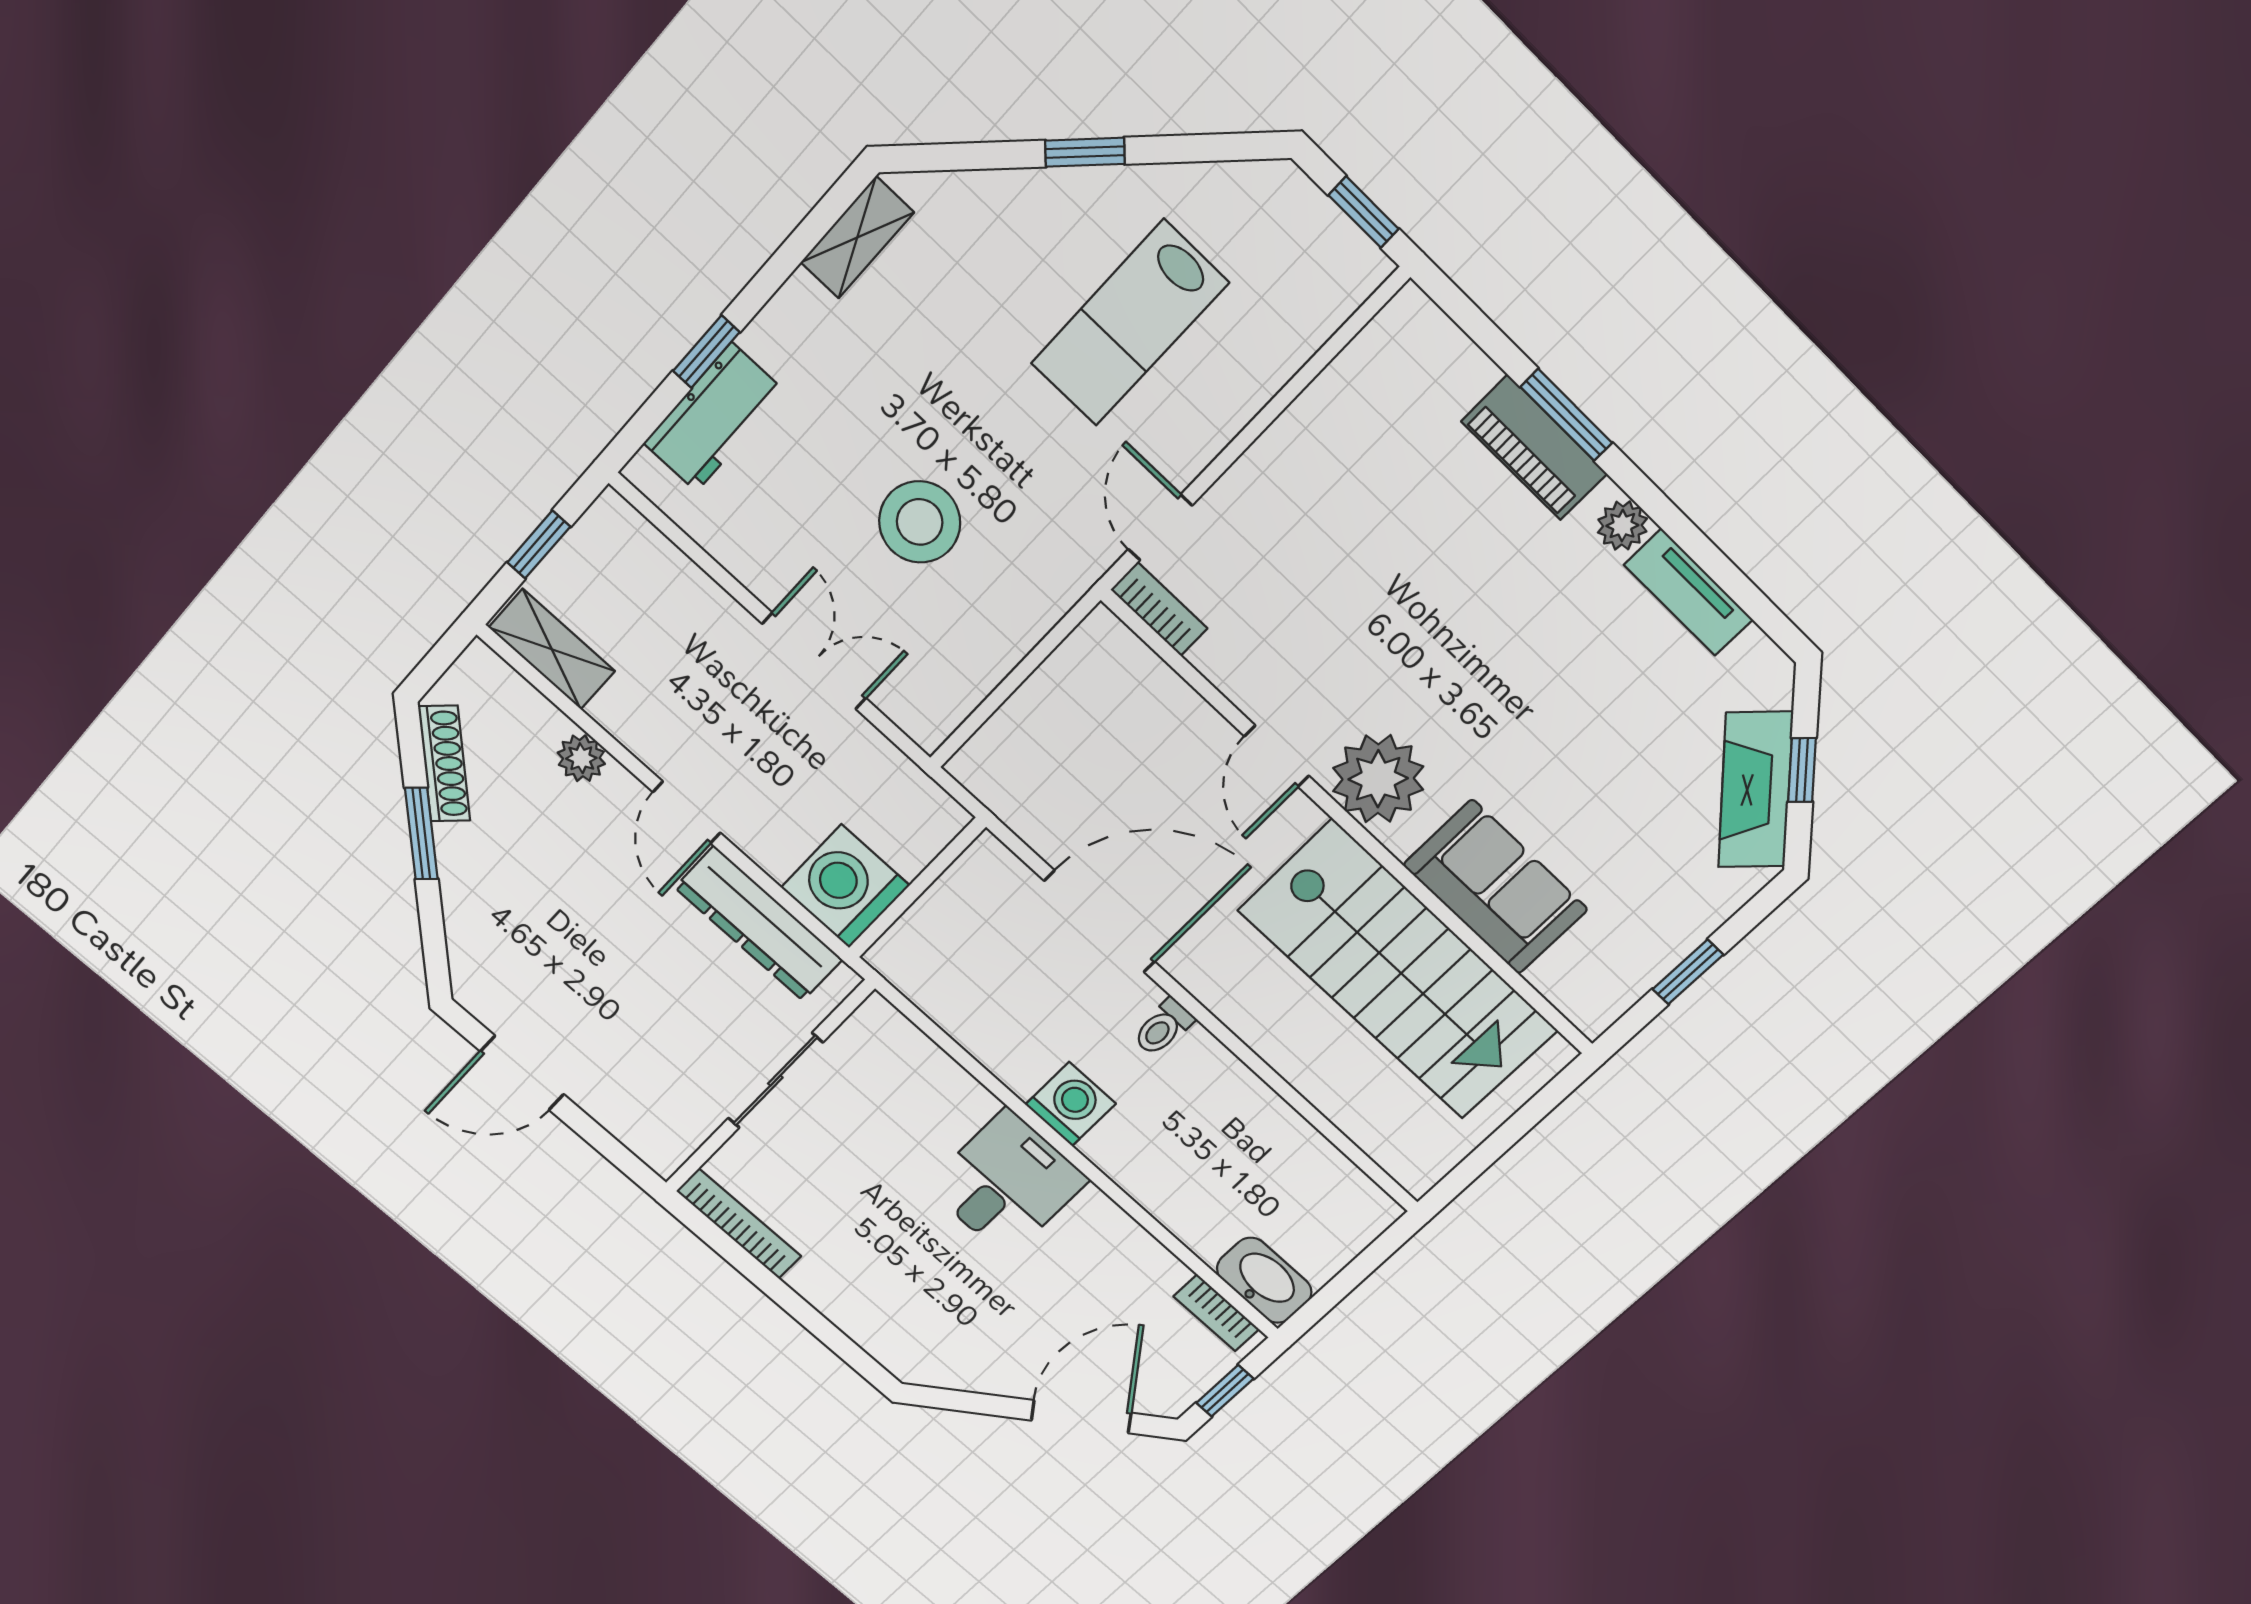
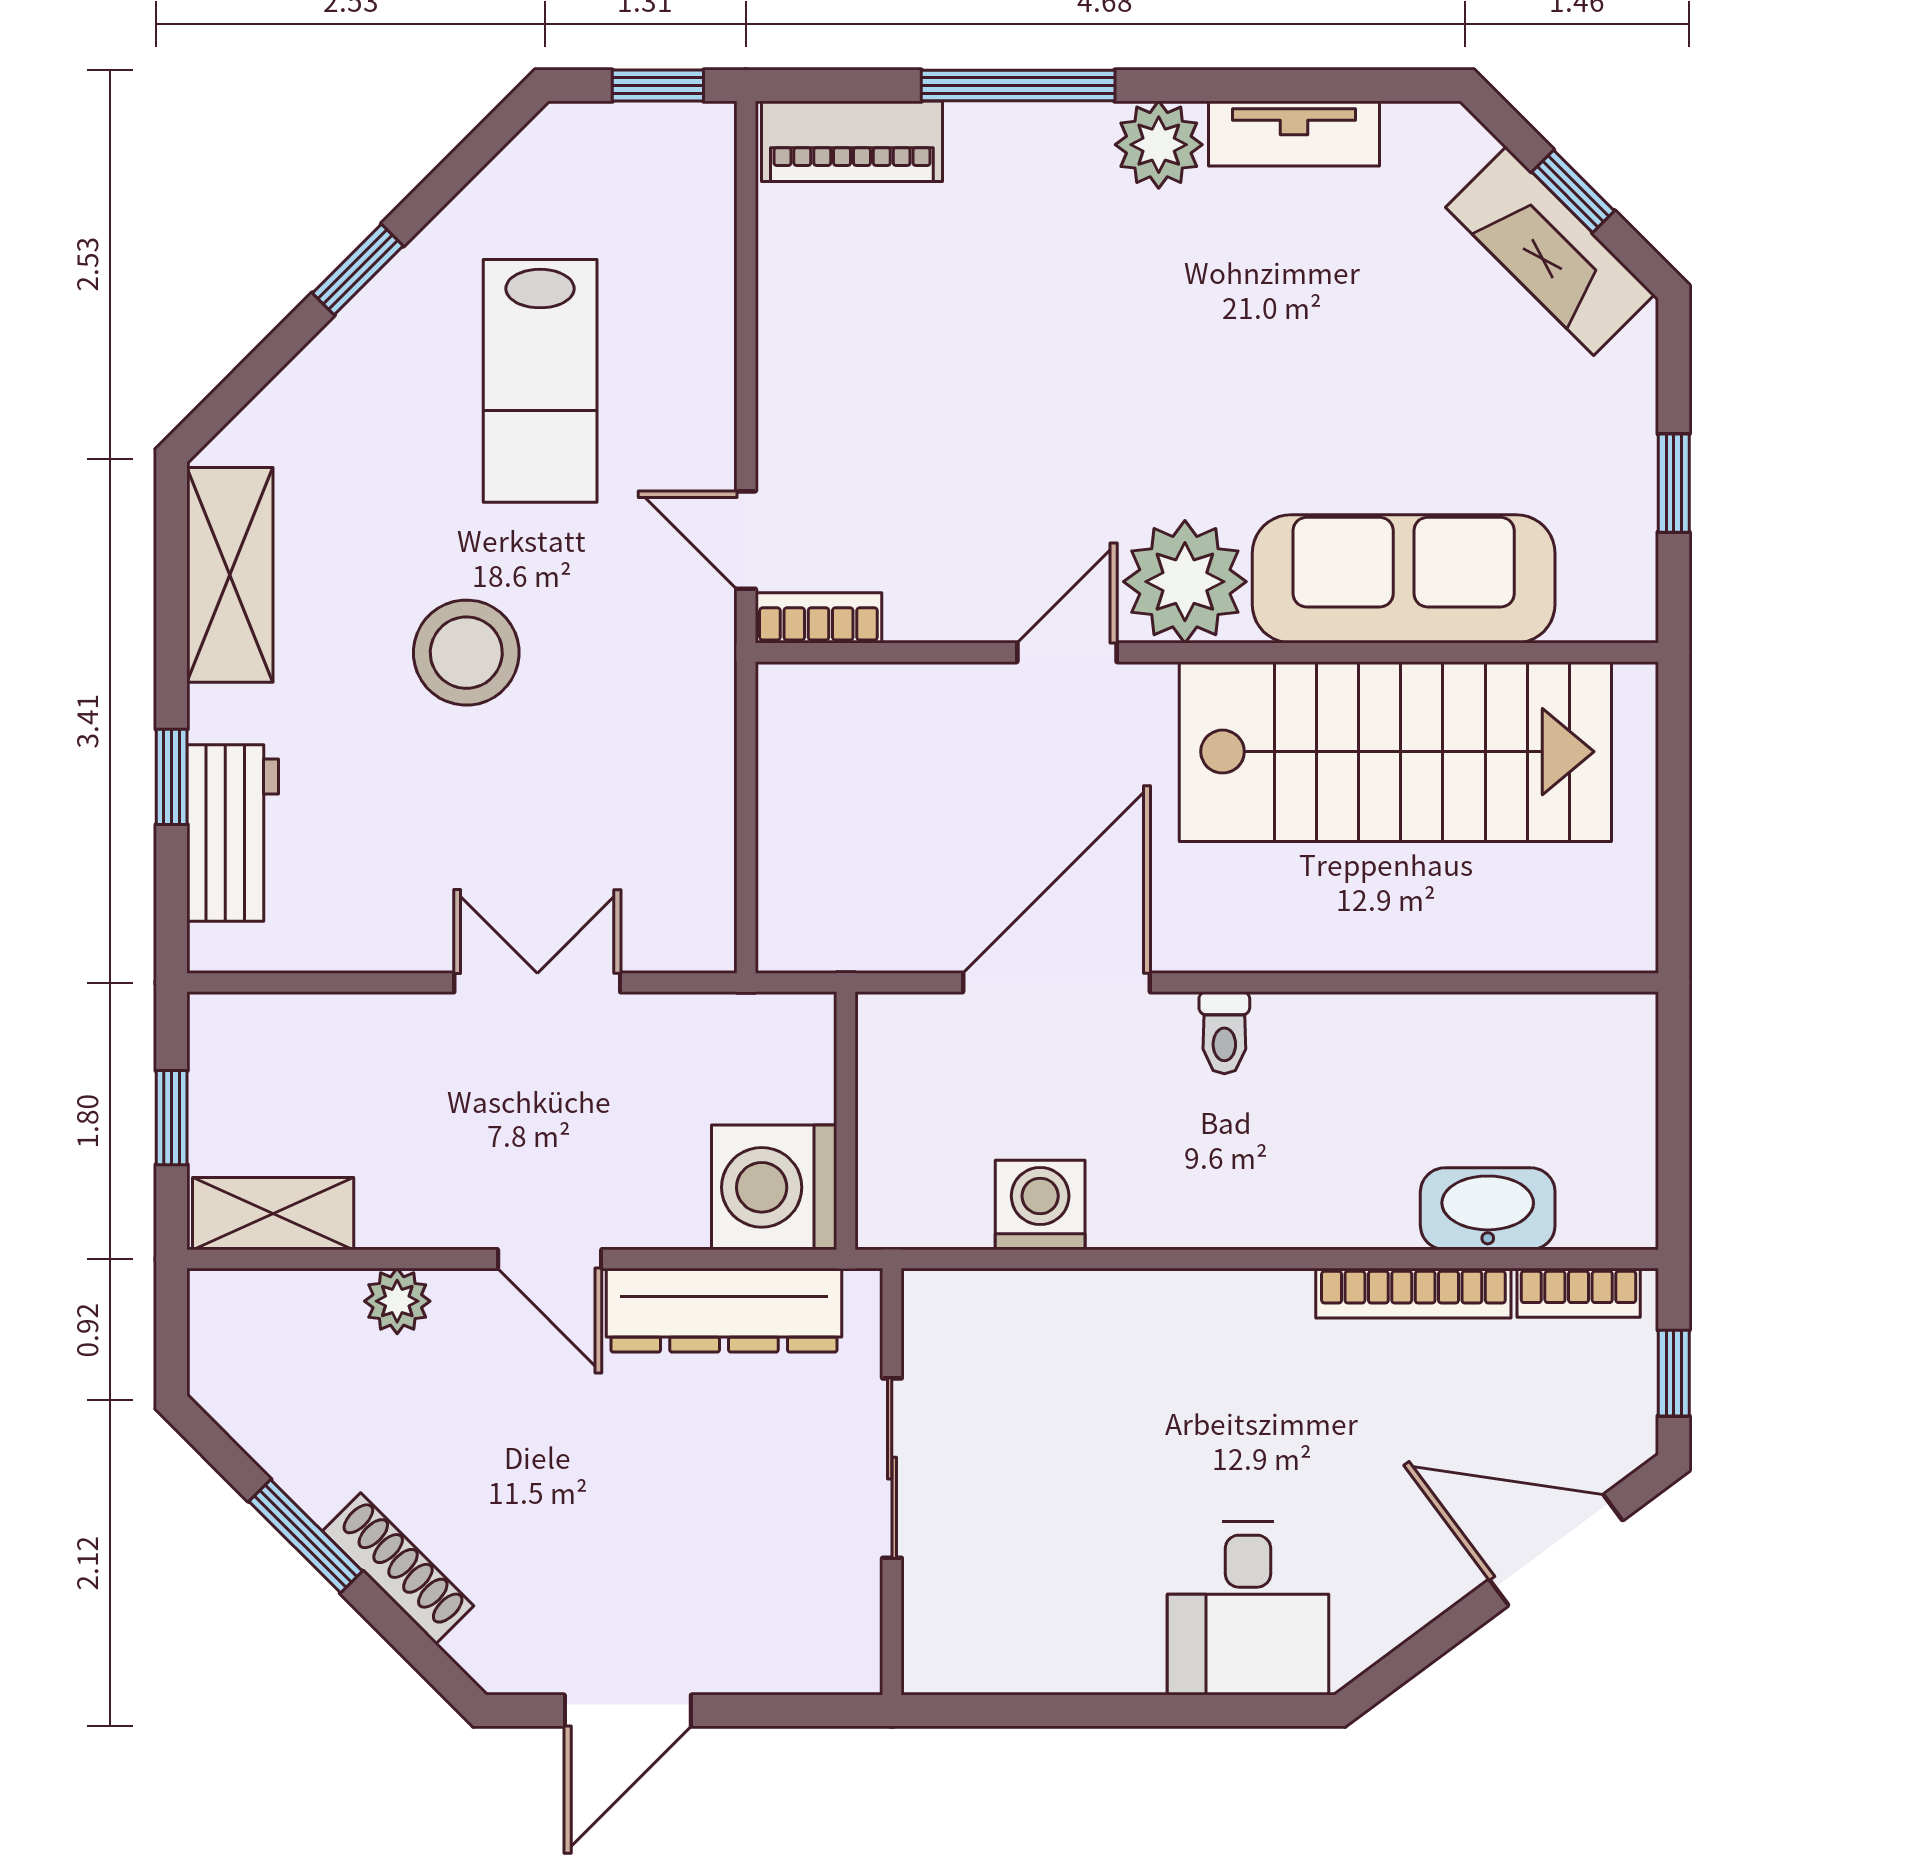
shelving: (857, 237) -> (230, 575), width x1.50, depth x1.33
window: (1566, 415) -> (1018, 86), width x1.44
piano: (1534, 448) -> (852, 141), moved
stool: (920, 522) -> (466, 653), moved
plant: (1622, 526) -> (1159, 145), width x1.38, depth x1.38
door: (1277, 756) -> (1067, 652), swing flipped
shoe rack: (444, 764) -> (398, 1568), moved
sofa: (1495, 887) -> (1404, 579), width x1.36
washing machine: (1071, 1104) -> (1040, 1205), moved
desk: (1007, 1183) -> (1248, 1608), moved, turned 180
bookcase: (739, 1224) -> (1413, 1293), moved, turned 180
washbasin: (1264, 1280) -> (1488, 1209), moved
door: (1081, 1417) -> (1556, 1550), hinge flipped

